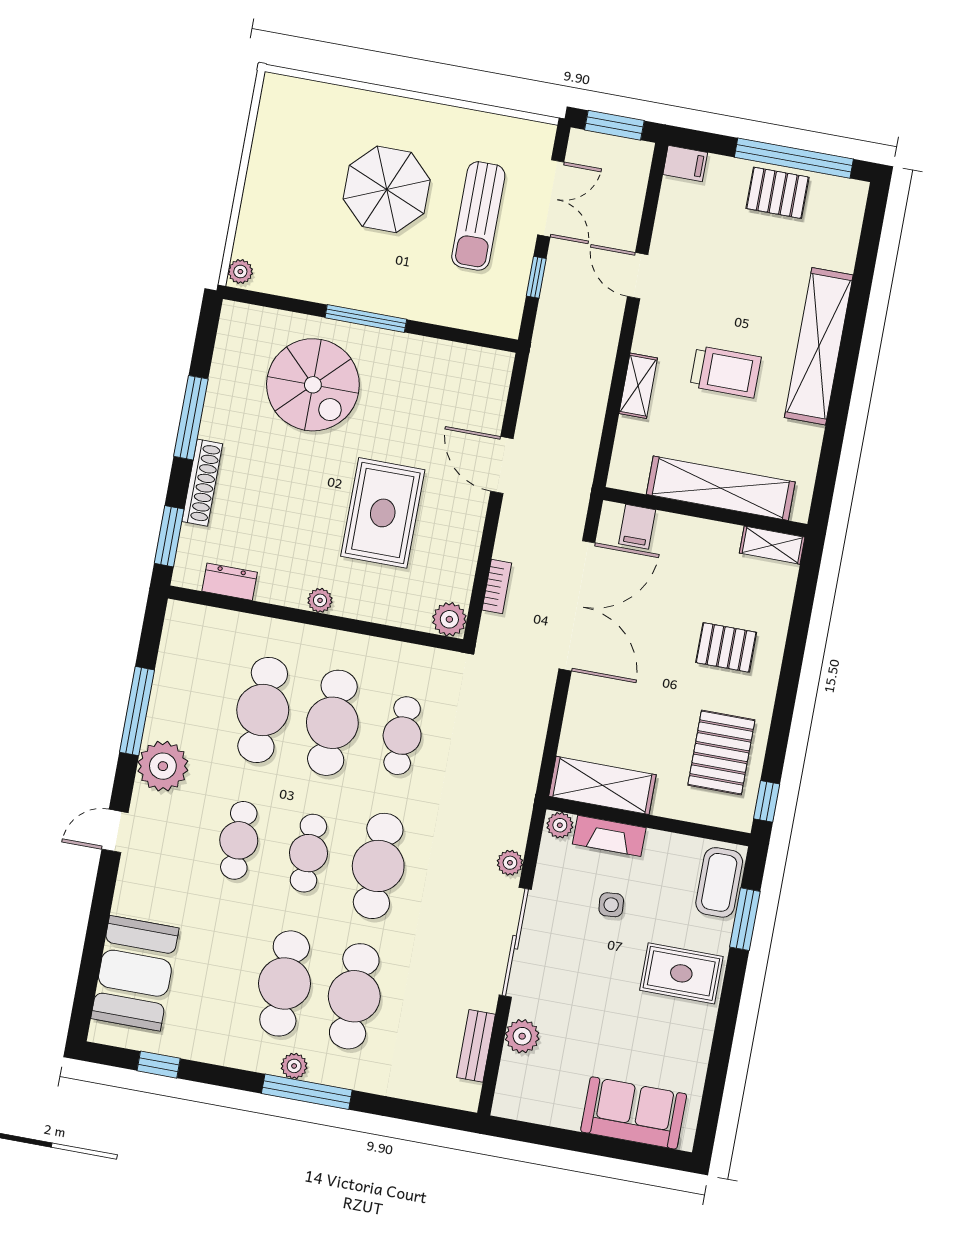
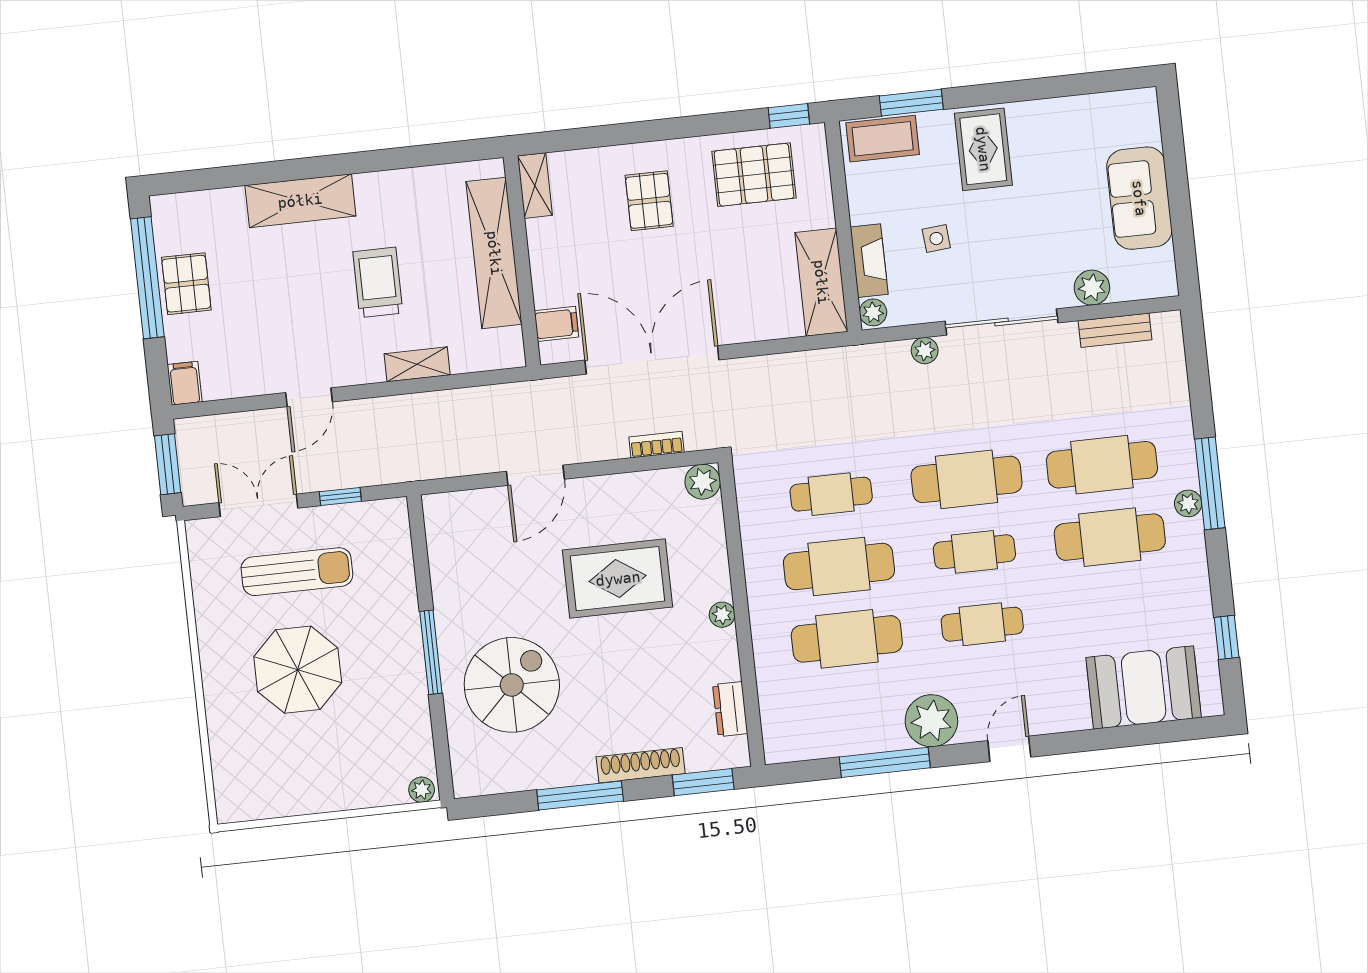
shelving: (819, 346) -> (300, 201), width x0.68
door: (115, 831) -> (1009, 749), swing flipped
sofa: (634, 1113) -> (1139, 198), moved

